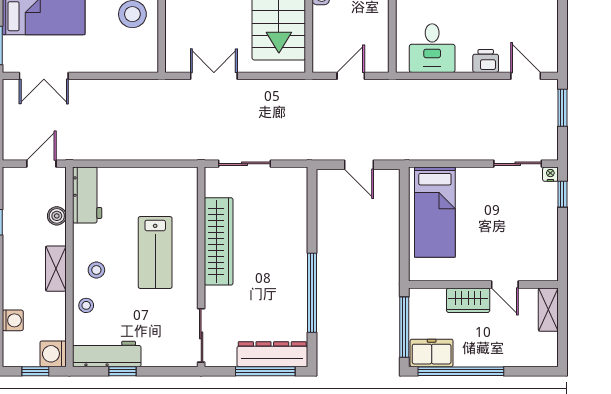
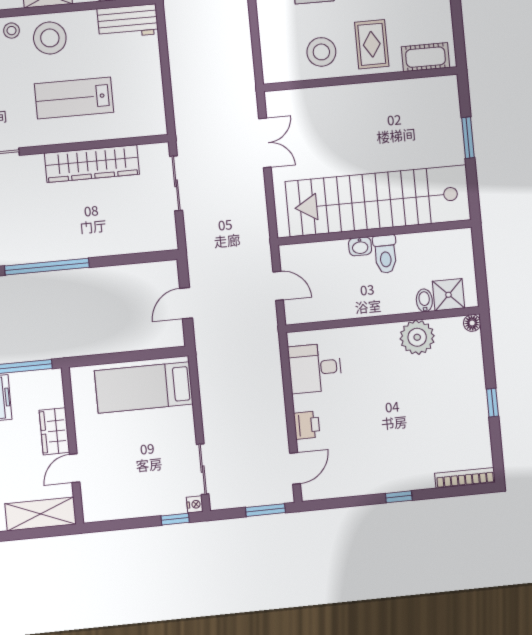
stool: (96, 270) -> (50, 38), width x1.89, depth x1.89
shelving: (548, 310) -> (41, 514), width x1.50, depth x1.33

